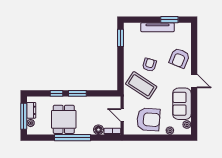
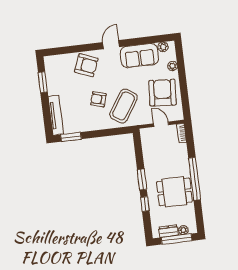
tv unit: (158, 27) -> (56, 115), moved
door: (122, 115) -> (161, 124), swing flipped
floor lamp: (98, 130) -> (182, 150), removed

